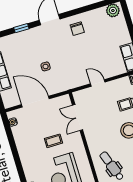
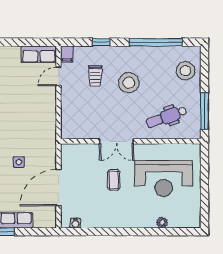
door: (98, 83) -> (59, 76), moved
double door: (78, 118) -> (117, 141), moved

